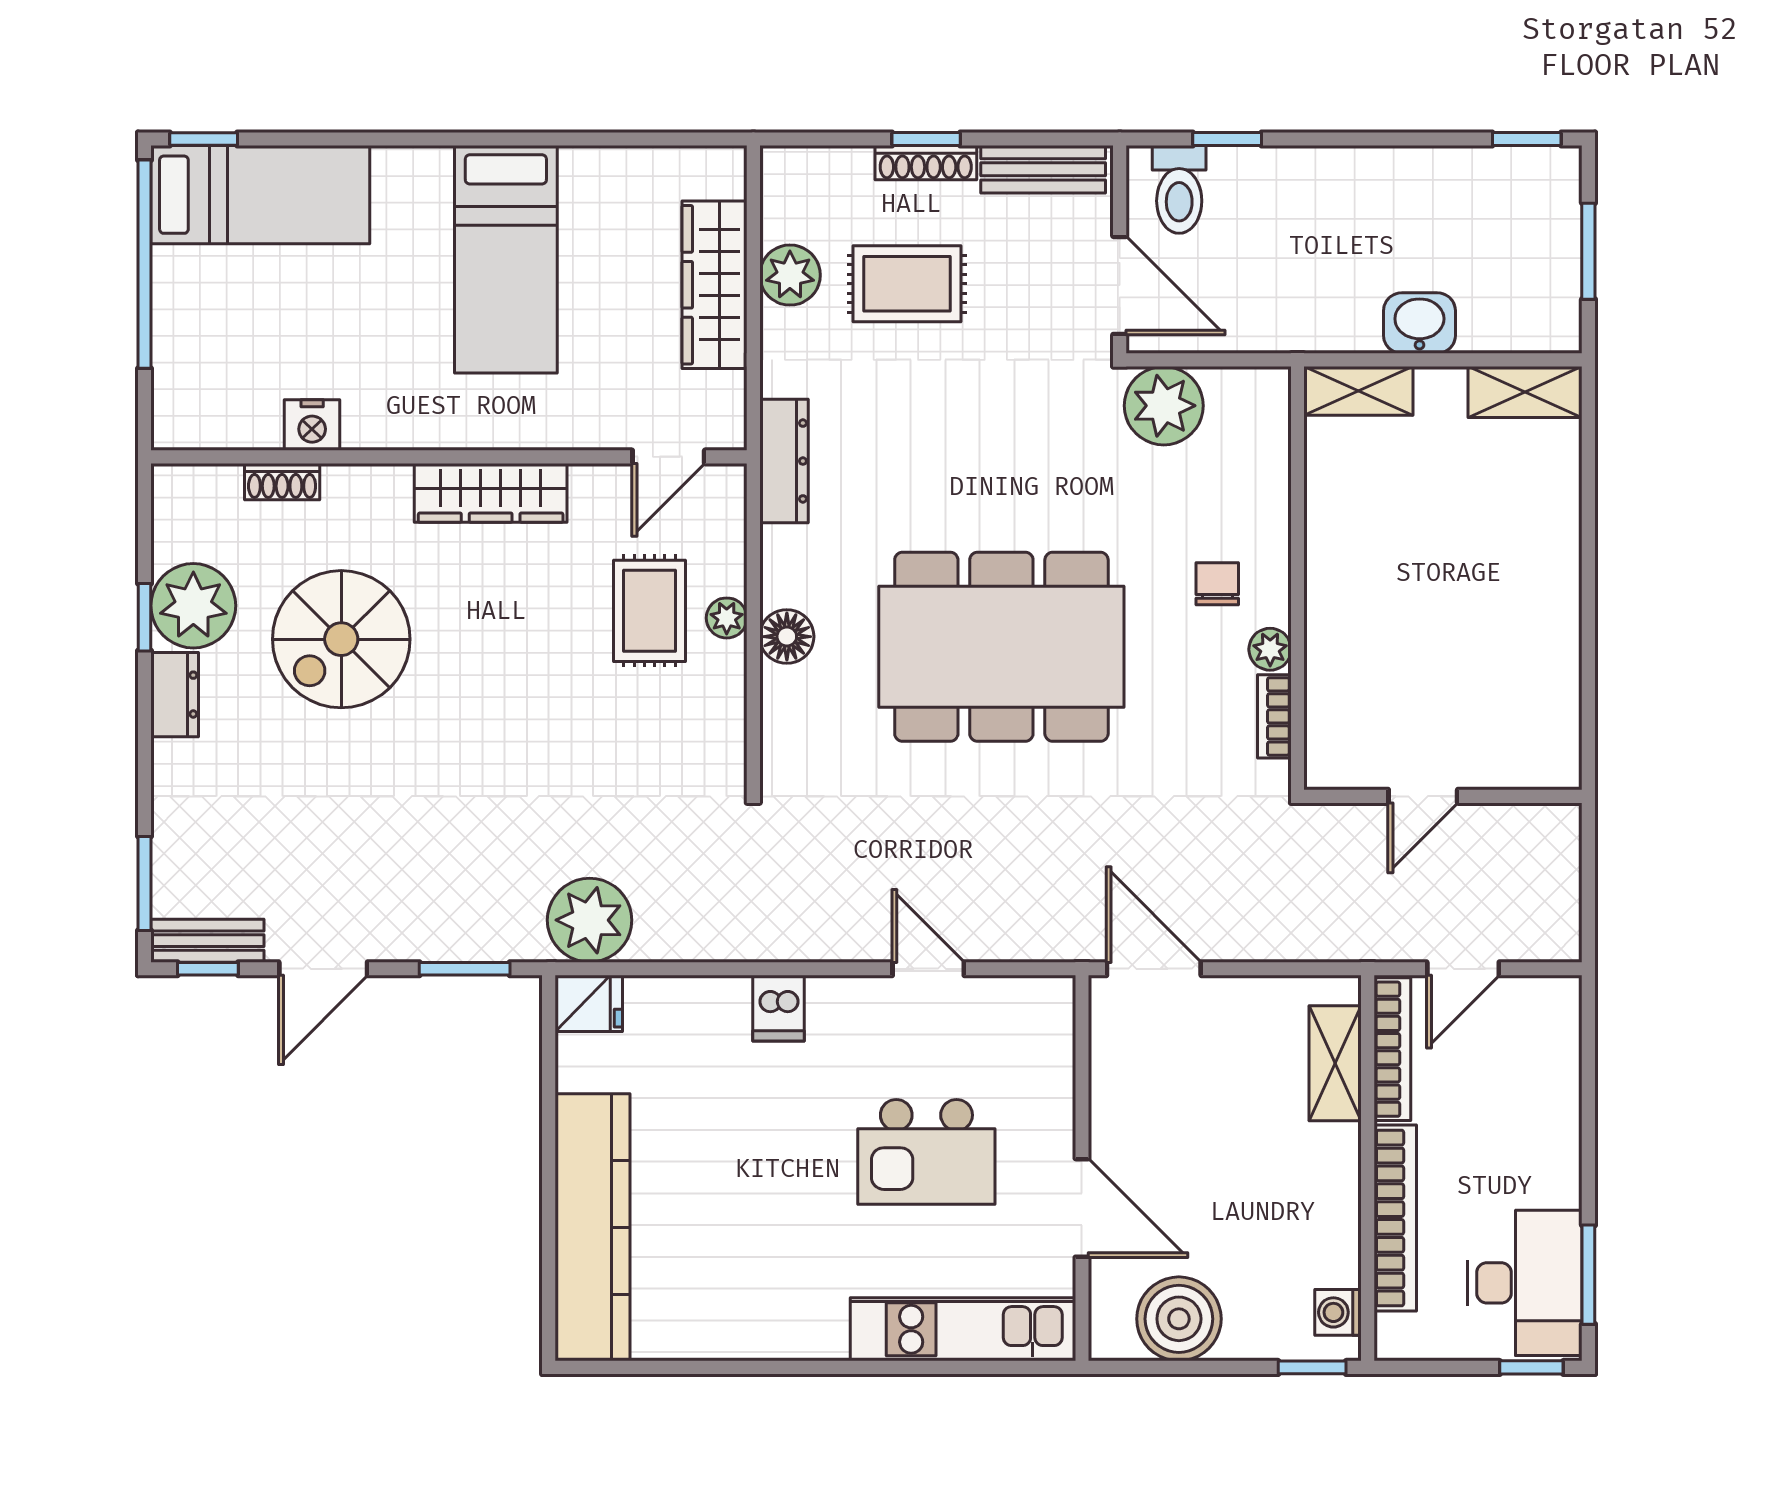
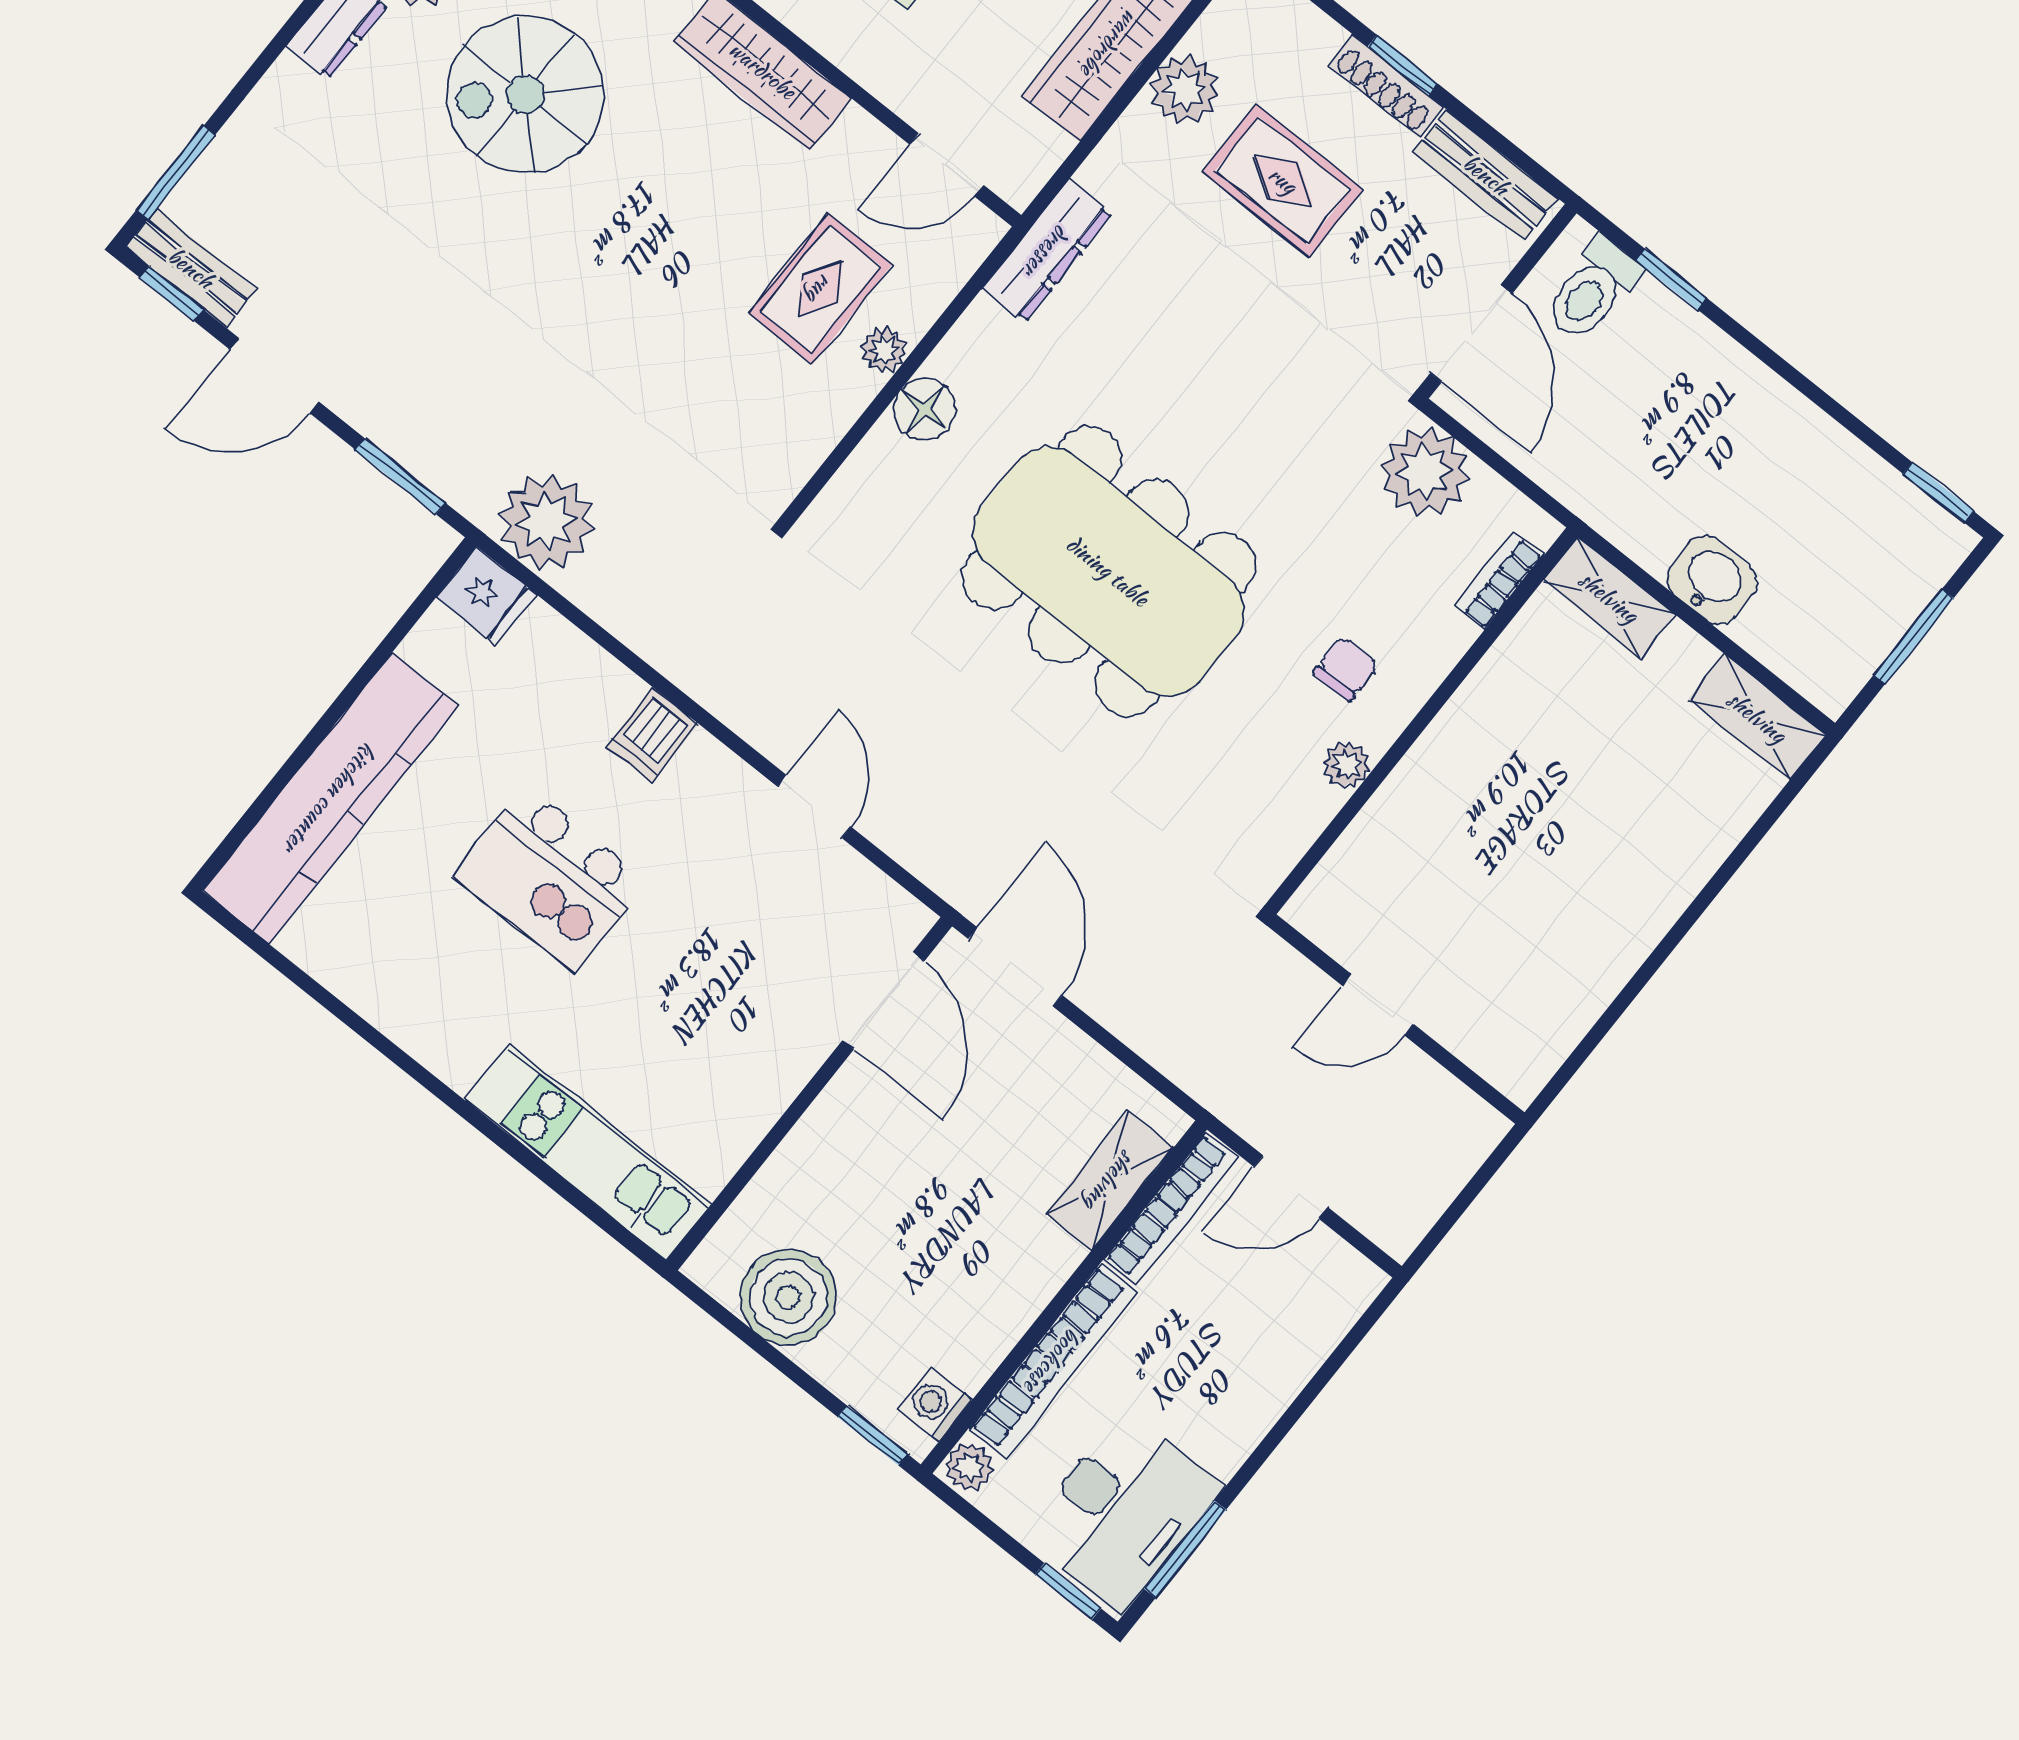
bookcase: (1274, 716) -> (1499, 581), moved
kitchen island: (926, 1152) -> (550, 878), moved
door: (1082, 1208) -> (883, 1001), moved
plant: (1395, 1337) -> (969, 1467), added

